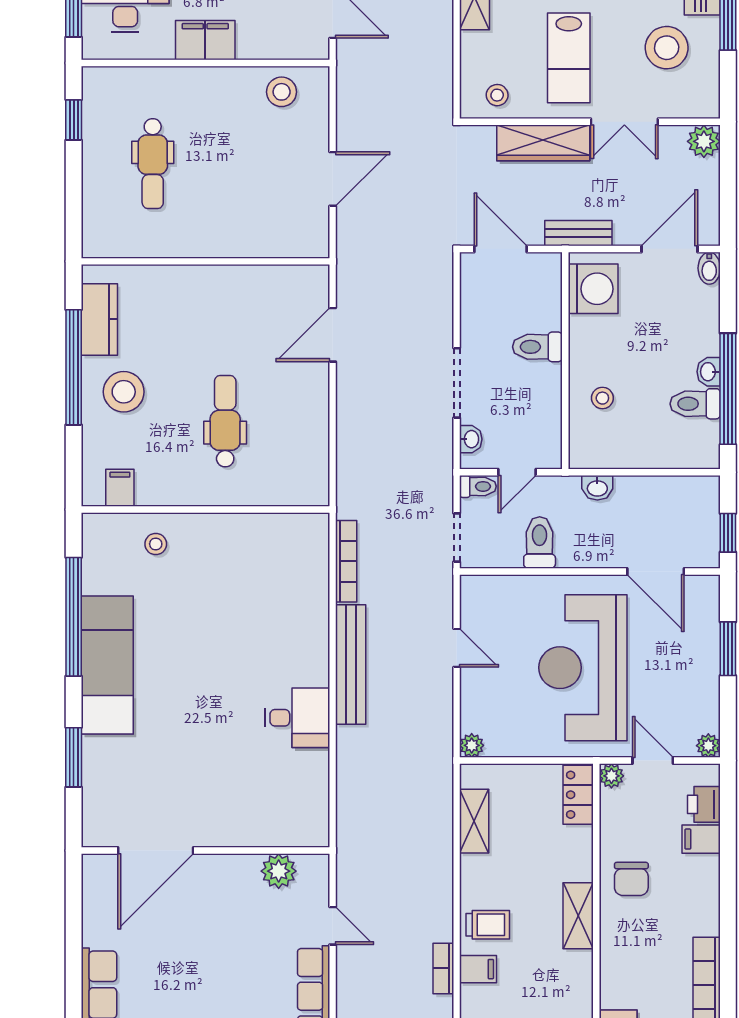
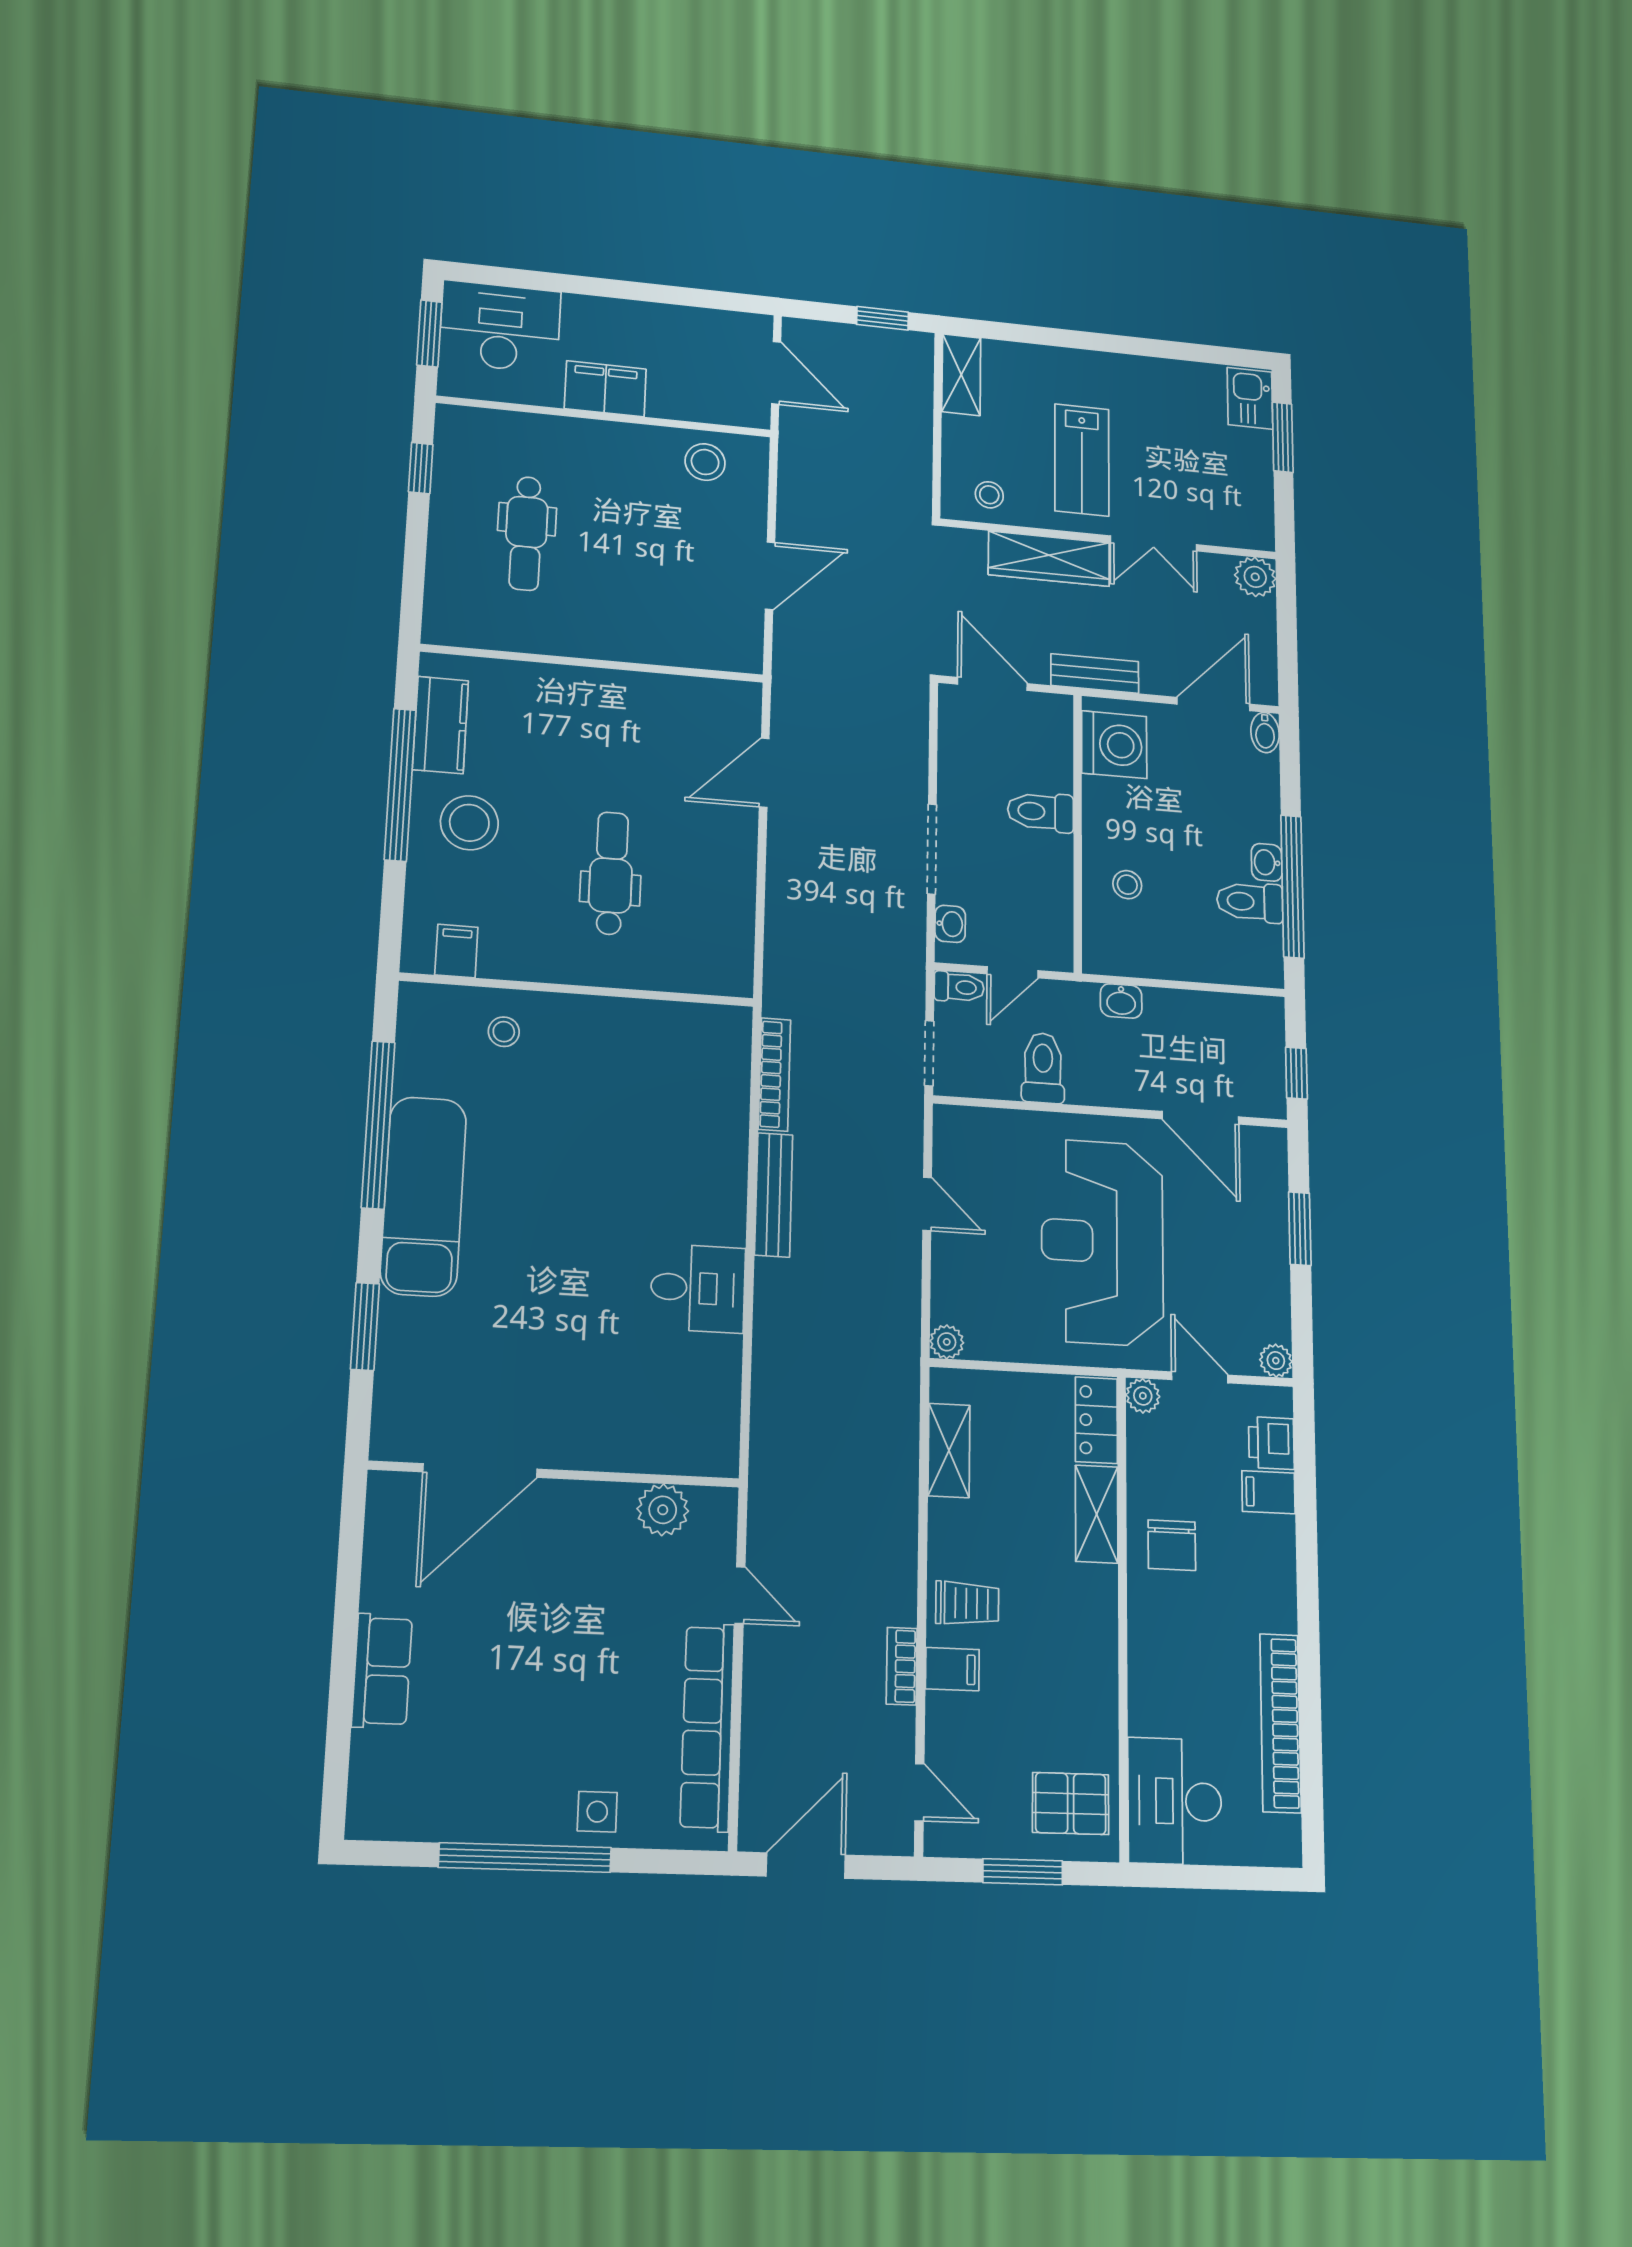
stool: (667, 48) -> (1206, 461), removed
bench: (351, 664) -> (774, 1195), width x0.73, depth x0.82
shelving: (578, 916) -> (1097, 1514), moved

